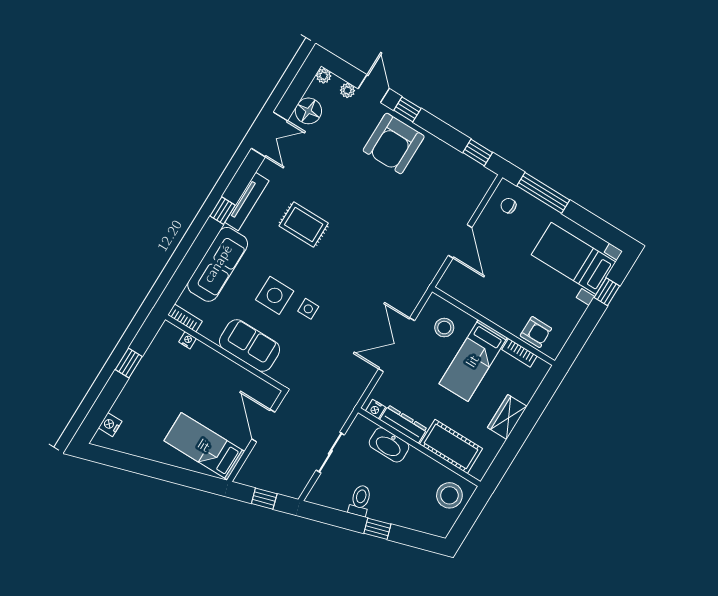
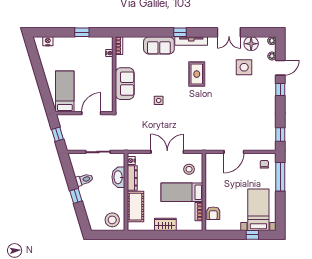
armchair: (394, 143) -> (260, 93), removed
sofa: (218, 264) -> (159, 45), width x0.73
side table: (275, 295) -> (244, 67), moved

